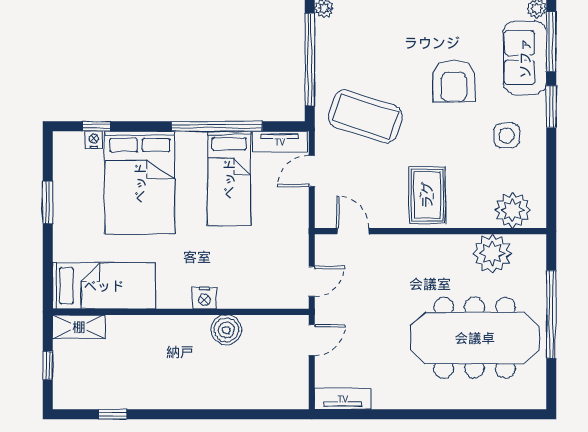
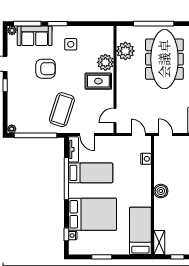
plant: (513, 210) -> (105, 62), moved
nightstand: (204, 298) -> (146, 159), moved
boiler: (226, 330) -> (161, 191), moved

